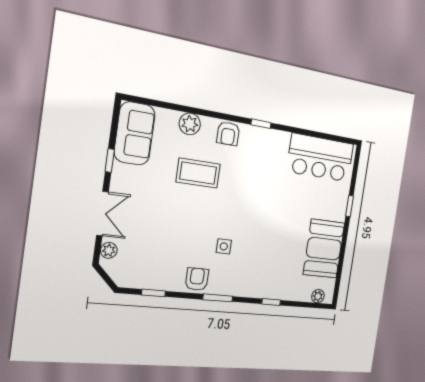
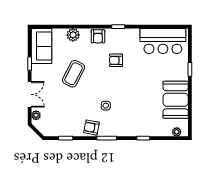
coffee table: (198, 173) -> (74, 74), moved, turned -63
armchair: (250, 177) -> (116, 60), added
armchair: (197, 279) -> (91, 128), turned -79

